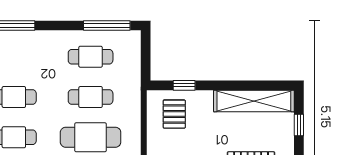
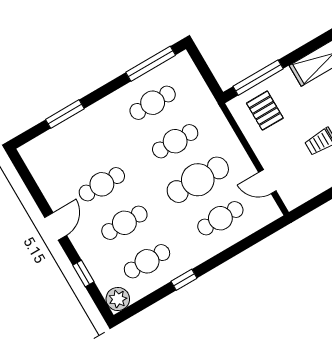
window: (184, 85) -> (258, 78), width x2.17

